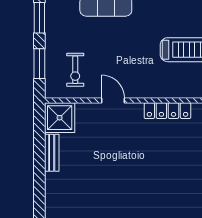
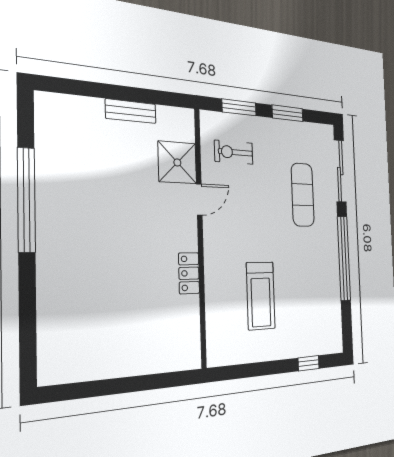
locker: (167, 111) -> (189, 273), width x0.66
shower: (60, 118) -> (177, 162), moved

